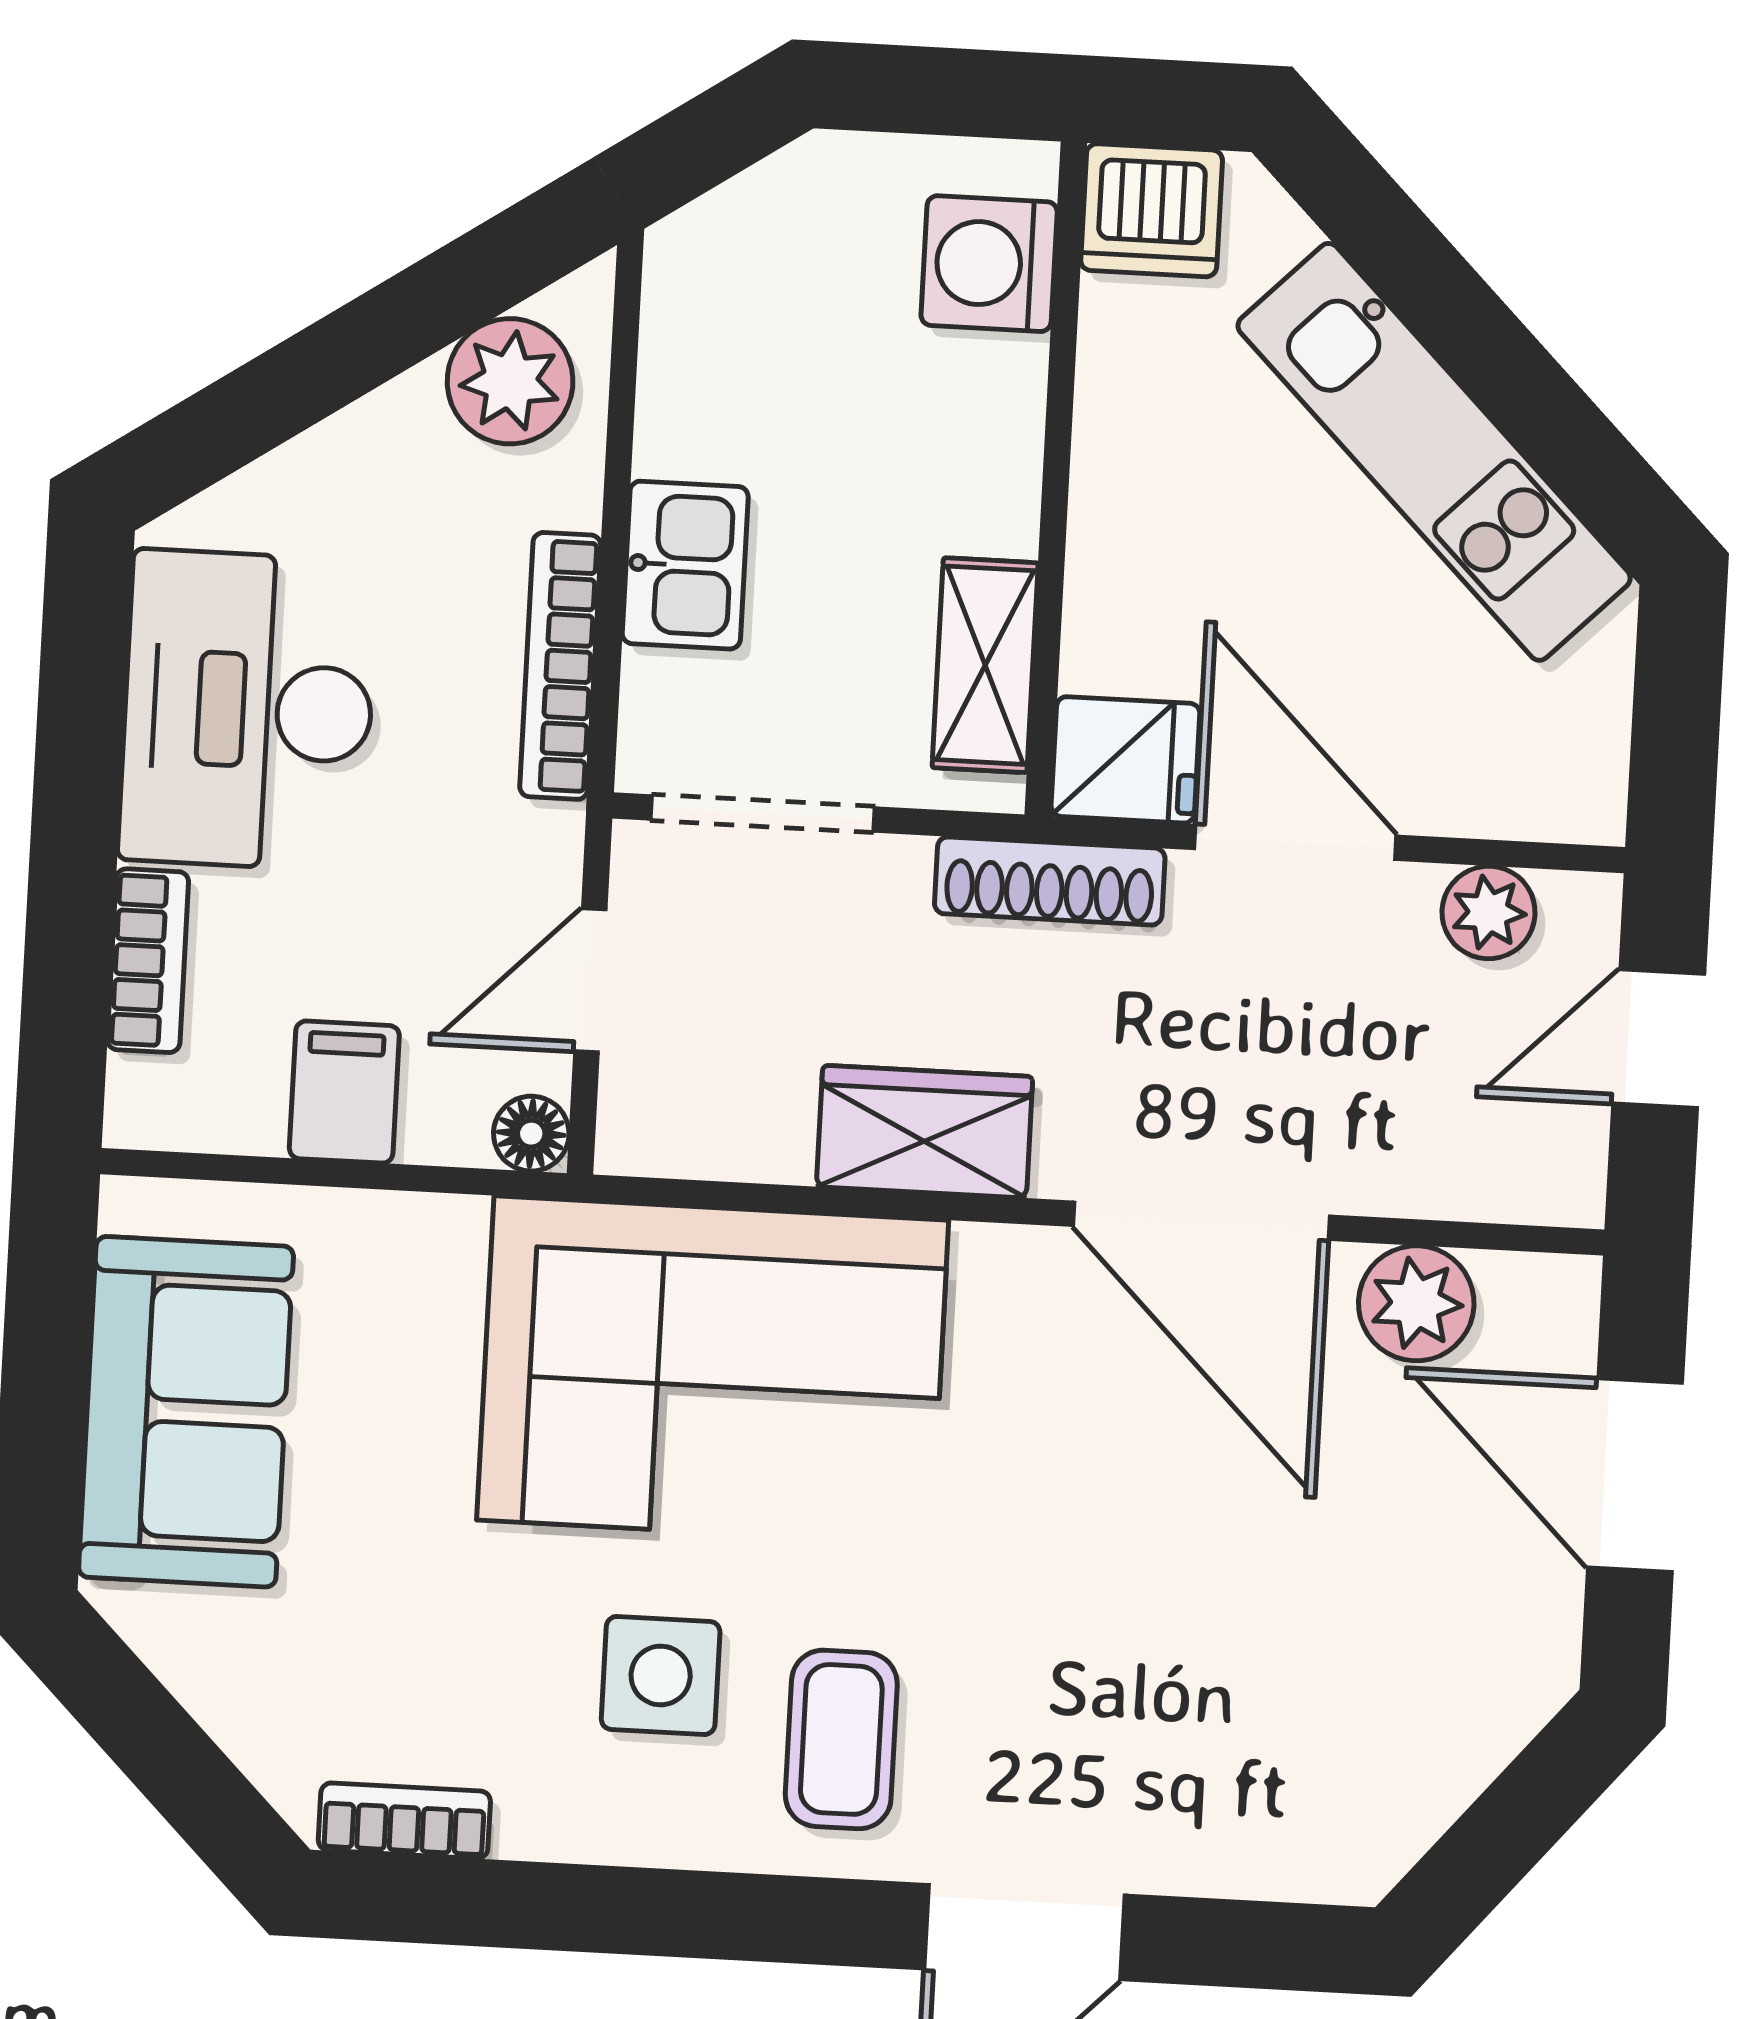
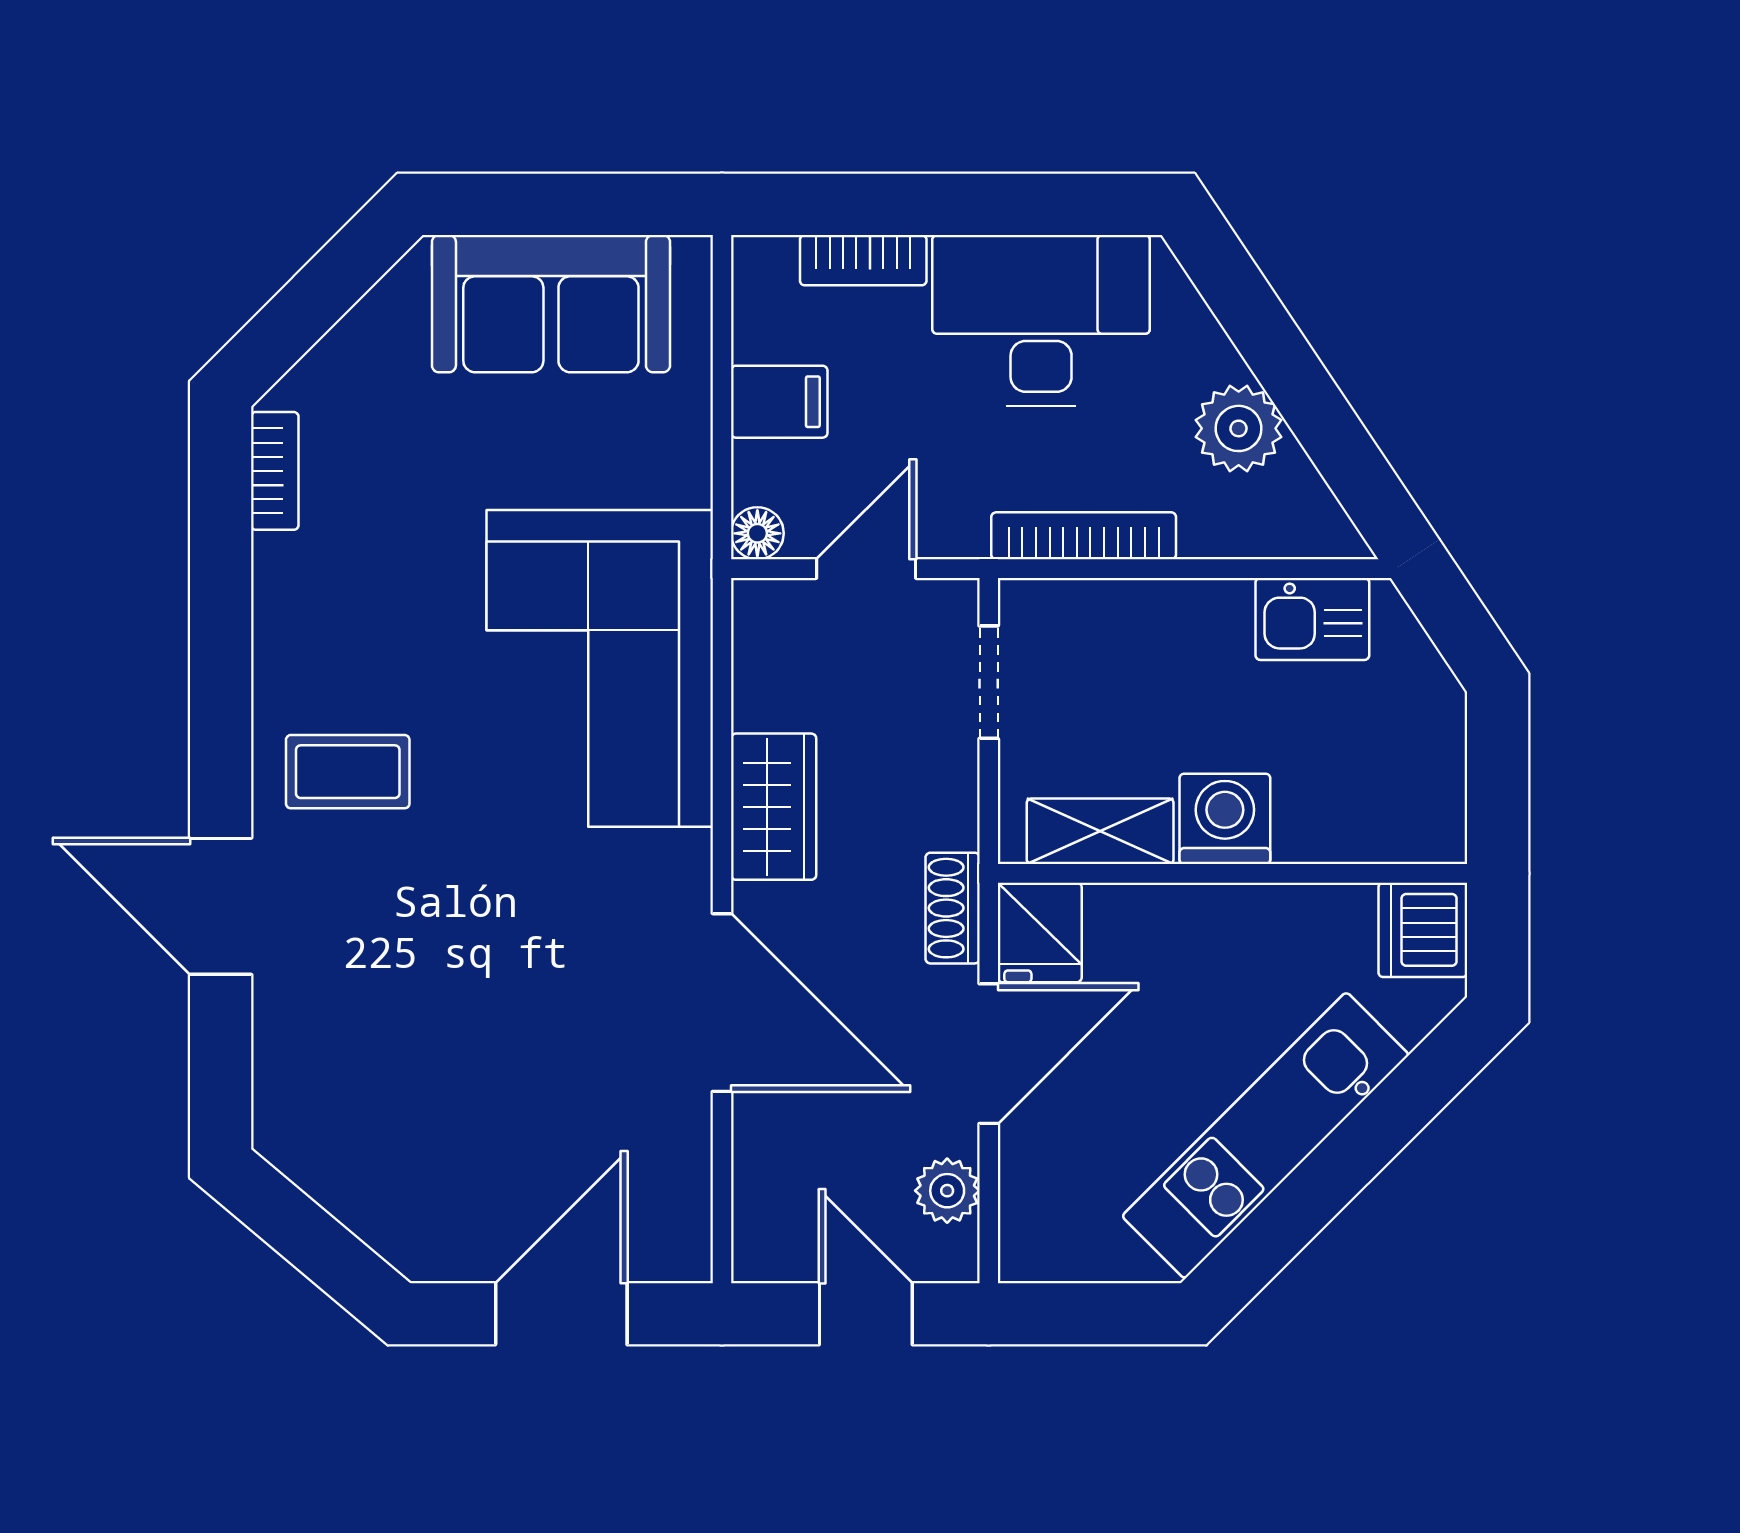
washing machine: (989, 264) -> (1225, 819), moved
plant: (510, 381) -> (1239, 428), moved
kitchen sink: (685, 565) -> (1312, 619), moved
doorway: (763, 814) -> (989, 682), width x0.73
shoe rack: (1050, 881) -> (953, 908), width x0.70
door: (590, 980) -> (866, 569), hinge flipped
door: (1201, 1221) -> (722, 1003), swing flipped
plant: (1416, 1303) -> (673, 1155), removed
side table: (661, 1675) -> (385, 644), removed

